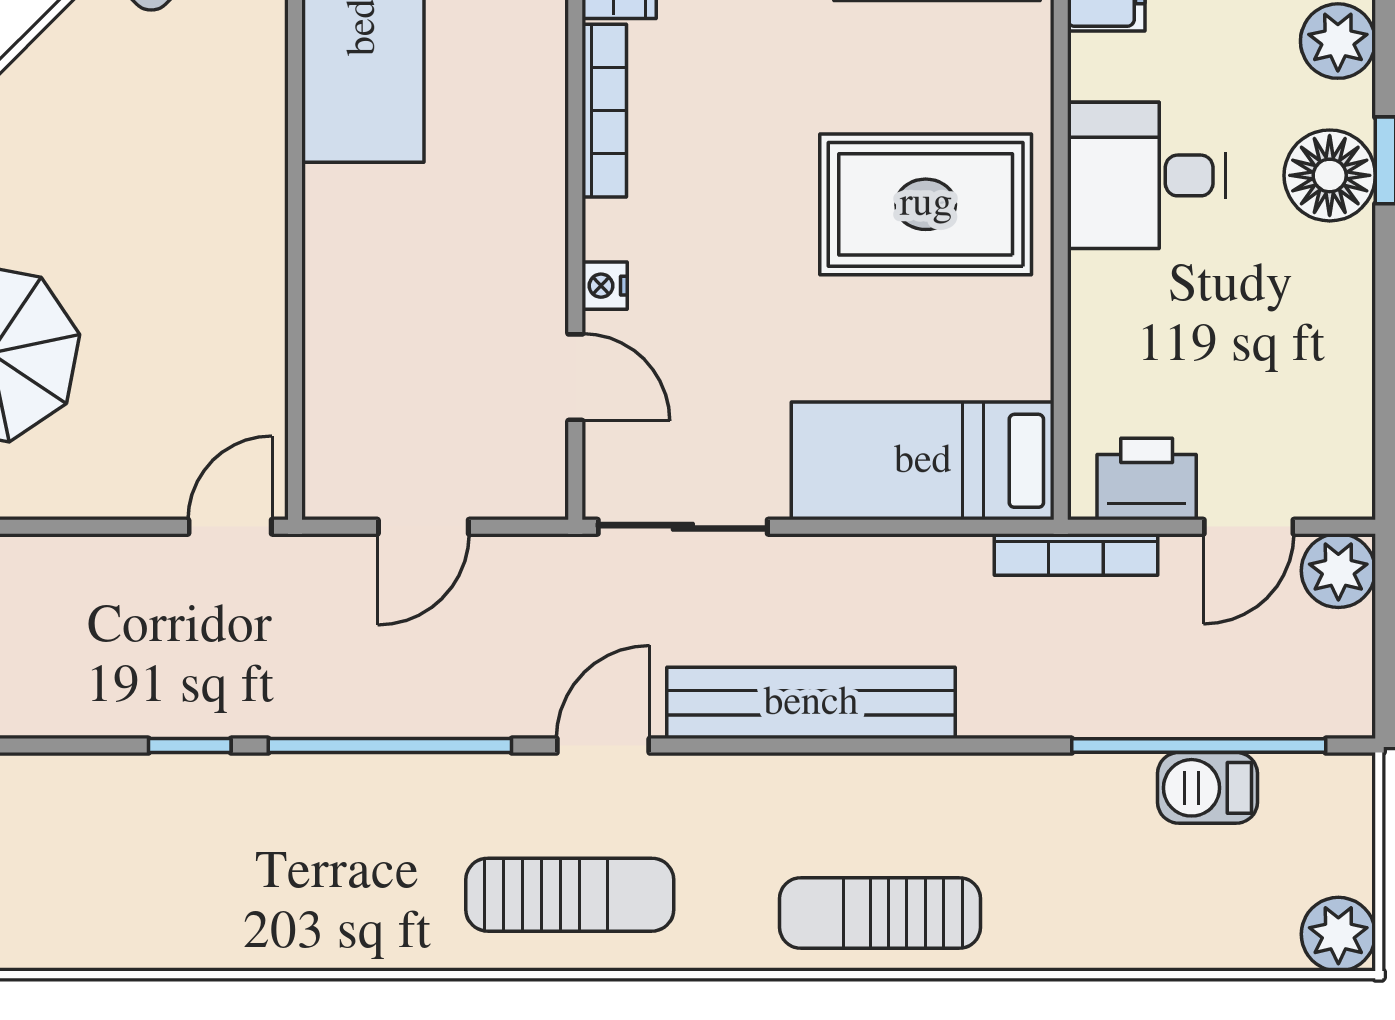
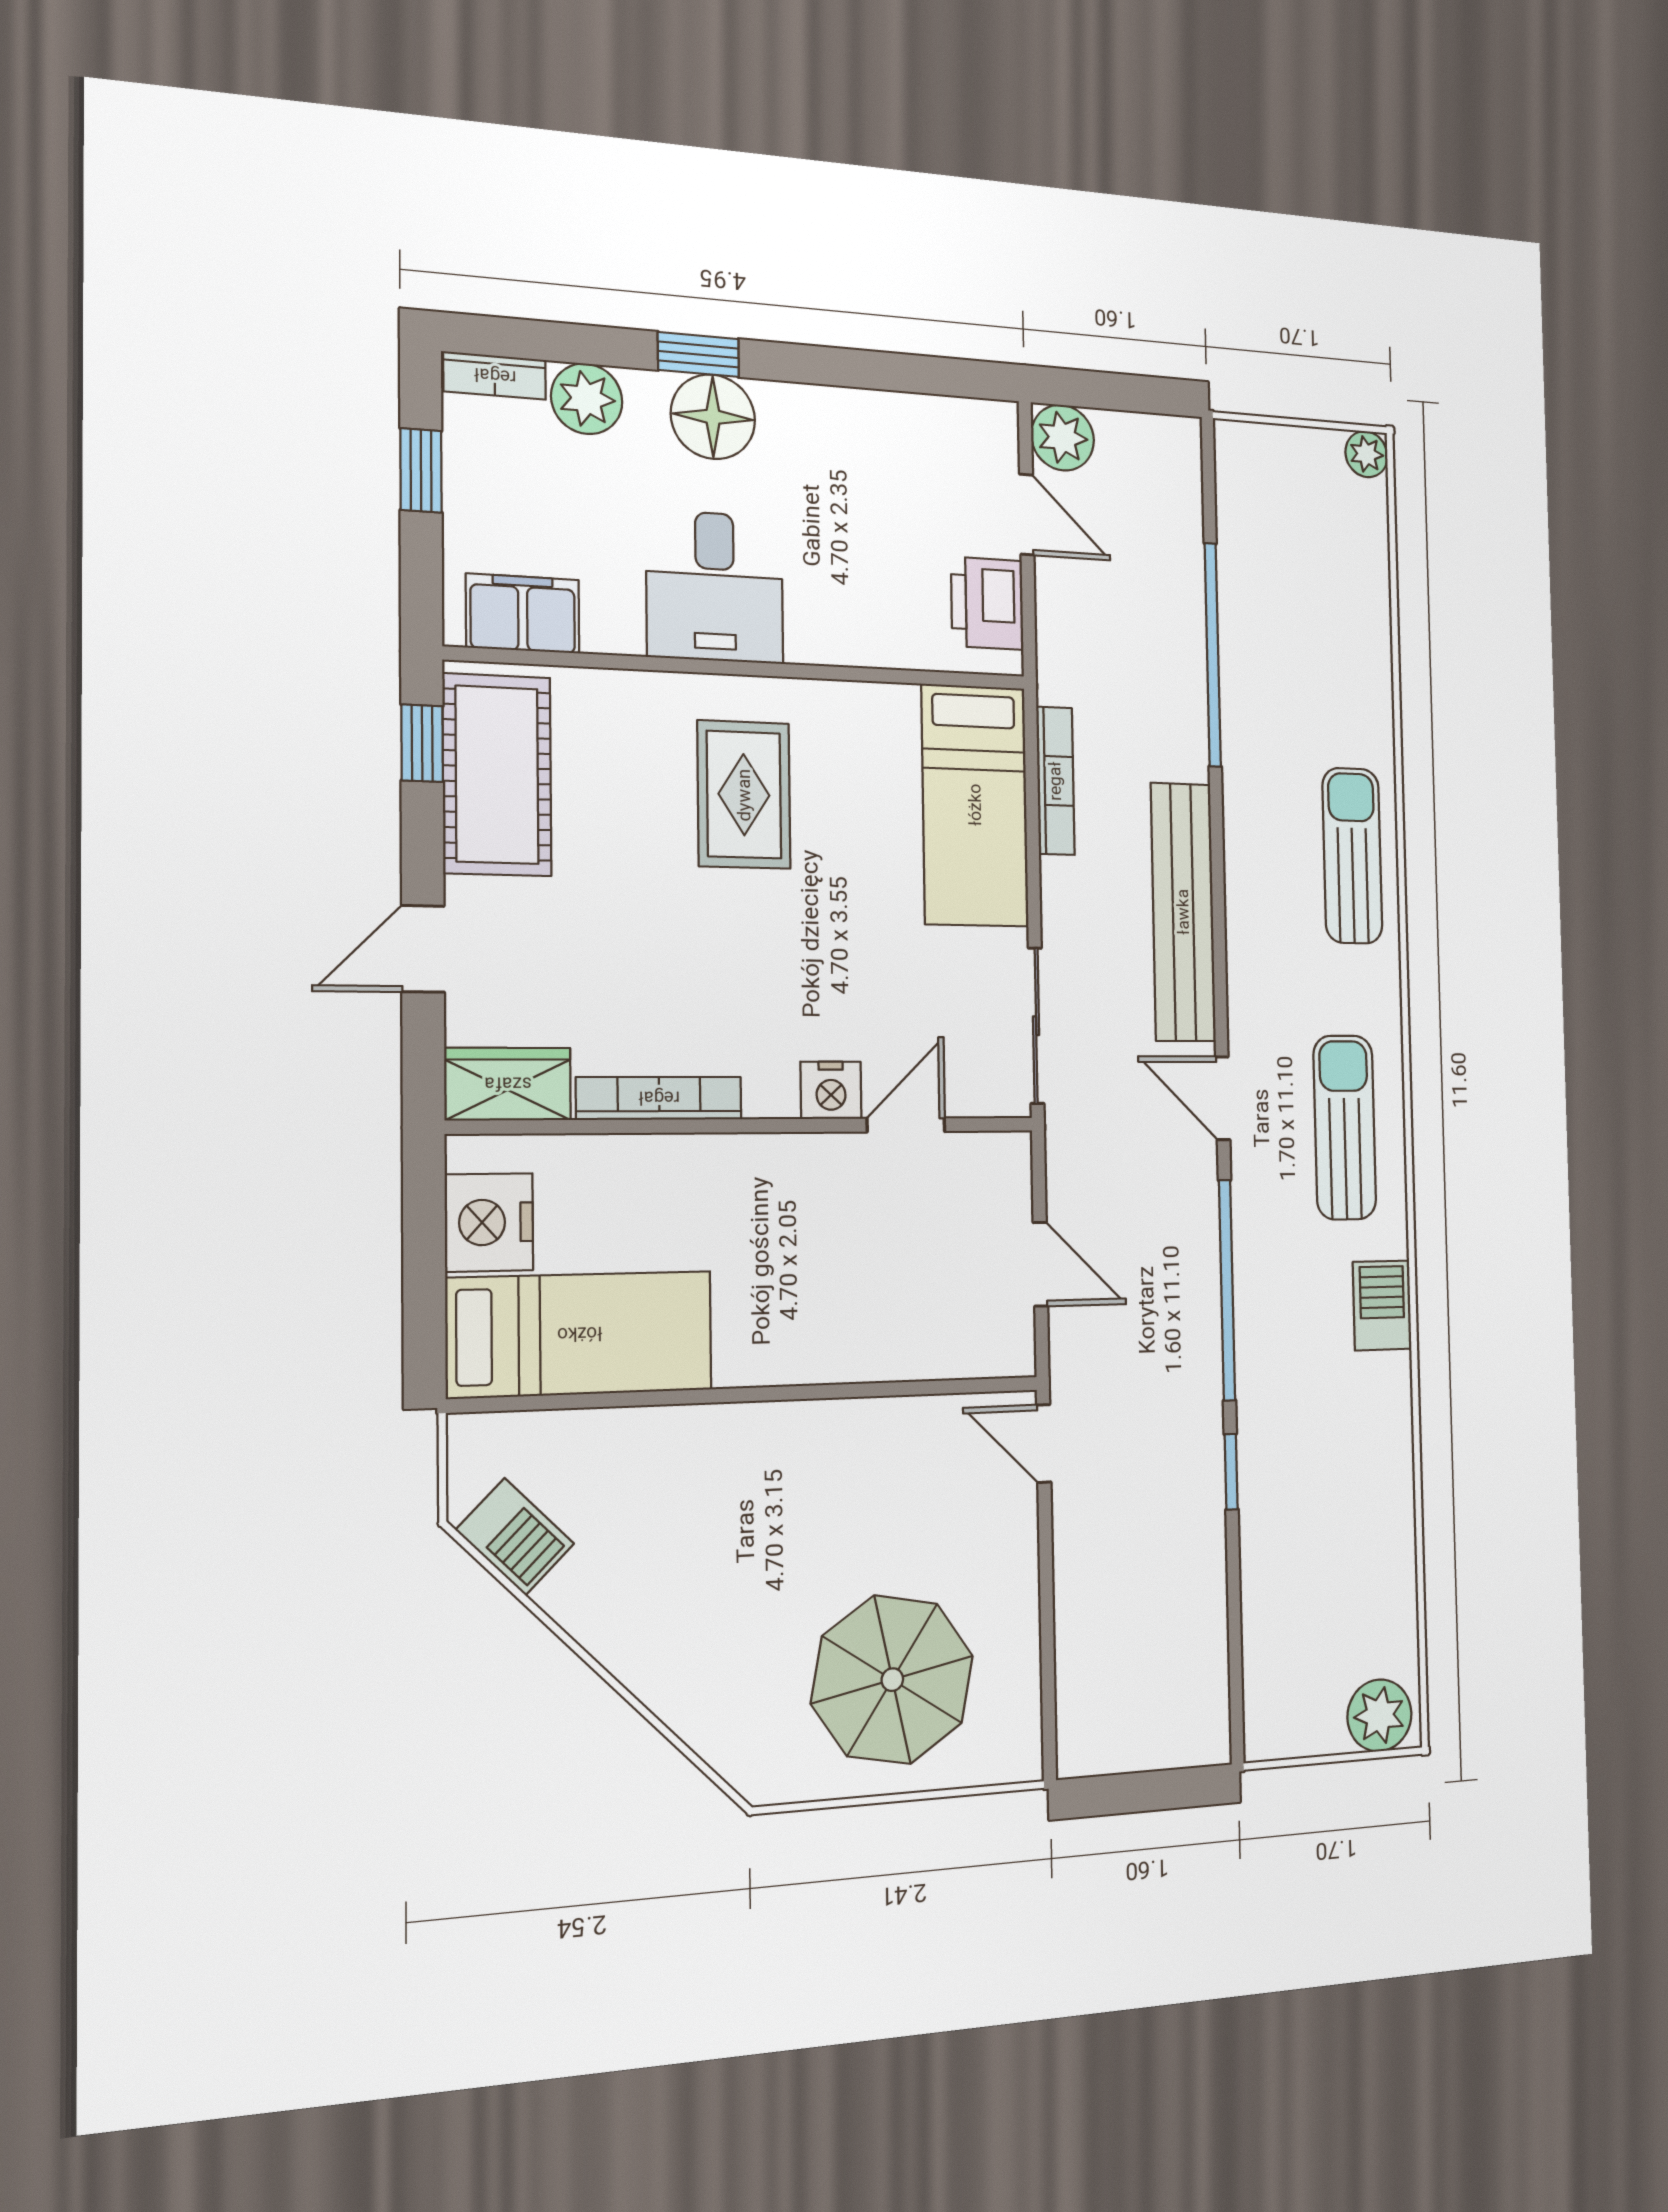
rug: (926, 204) -> (744, 795), width x0.73, depth x0.70
nightstand: (605, 286) -> (831, 1090), width x1.39, depth x1.35
bookcase: (1076, 554) -> (1055, 781), moved
window: (1199, 746) -> (1213, 655), moved
barbecue: (1208, 788) -> (1382, 1305), moved, turned 180
sun lounger: (880, 913) -> (1352, 856), turned 180
plant: (1338, 934) -> (1367, 454), width x0.73, depth x0.73

